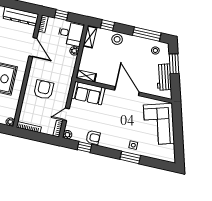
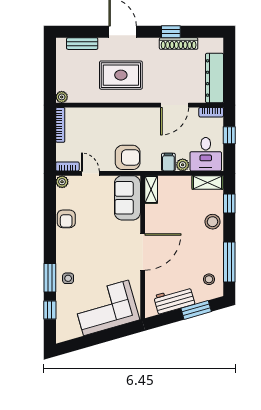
filing cabinet: (70, 60) -> (168, 162), added
armchair: (44, 90) -> (128, 157), moved
window: (85, 147) -> (50, 310), moved

